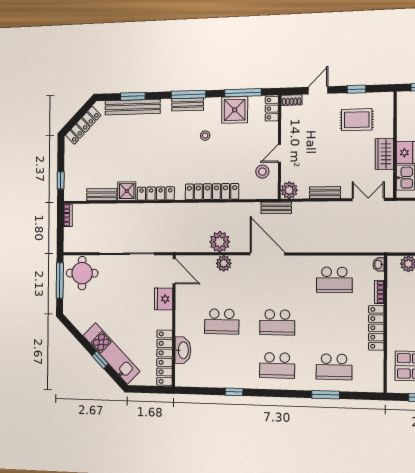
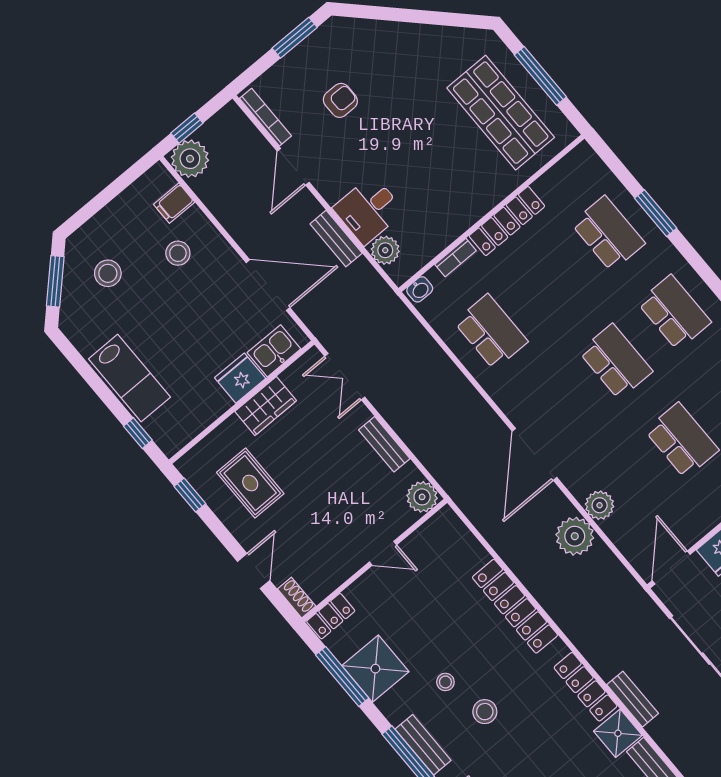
window: (356, 89) -> (190, 495), moved
door: (318, 90) -> (254, 571), swing flipped
stool: (262, 172) -> (485, 712), moved
bench: (276, 208) -> (633, 699), moved

